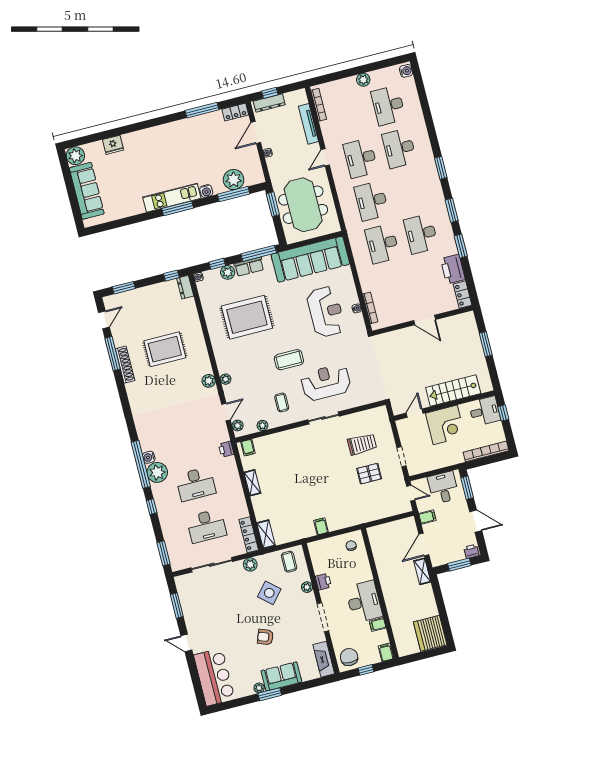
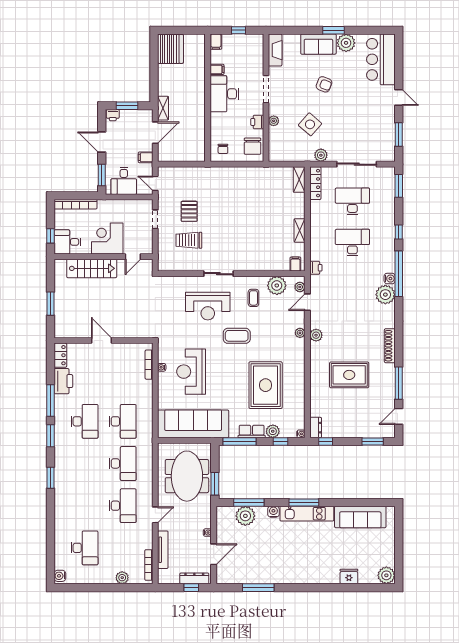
plant: (363, 80) -> (122, 578), moved
locker: (235, 112) -> (228, 578), removed
desk: (399, 148) -> (84, 506), removed
sofa: (87, 191) -> (360, 517), moved, turned -90
window: (461, 246) -> (51, 401), width x1.44
rug: (247, 317) -> (266, 385), turned 90
shoe rack: (125, 365) -> (390, 346), moved
plant: (262, 426) -> (277, 285), width x1.88, depth x1.88
plant: (157, 472) -> (385, 295), moved
pallet: (369, 474) -> (189, 211), turned 90
filing cabinet: (321, 526) -> (246, 174), removed
coffee table: (289, 562) -> (284, 149), removed
chair: (349, 657) -> (252, 146), moved
plant: (259, 688) -> (346, 43), width x1.88, depth x1.88

